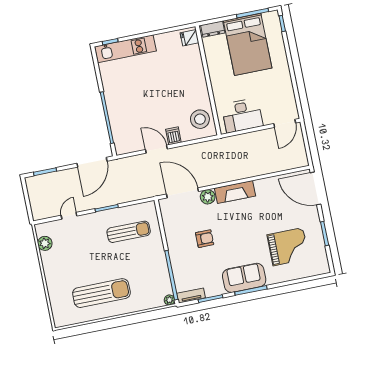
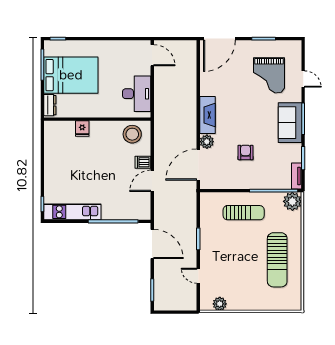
fridge: (190, 38) -> (82, 129), moved
kitchen unit: (125, 49) -> (72, 212), moved, turned -90
sun lounger: (129, 232) -> (244, 213), moved, turned 90
grand piano: (288, 247) -> (269, 75), turned 180
door: (291, 282) -> (303, 79), added
sun lounger: (101, 293) -> (277, 260), turned 180
plant: (169, 300) -> (292, 201), width x1.87, depth x1.87

